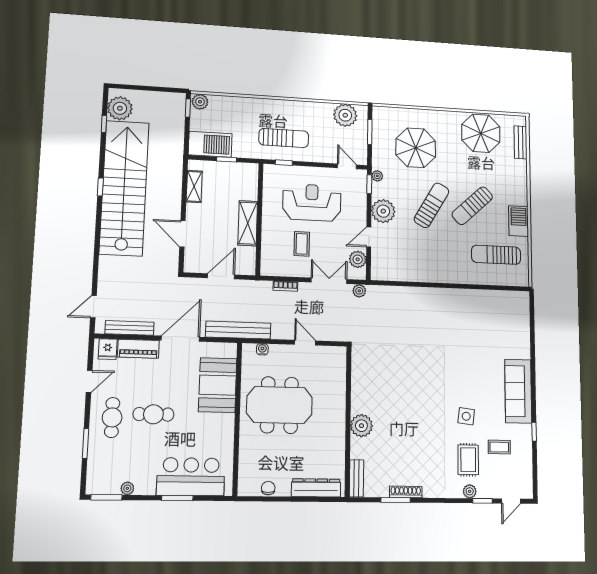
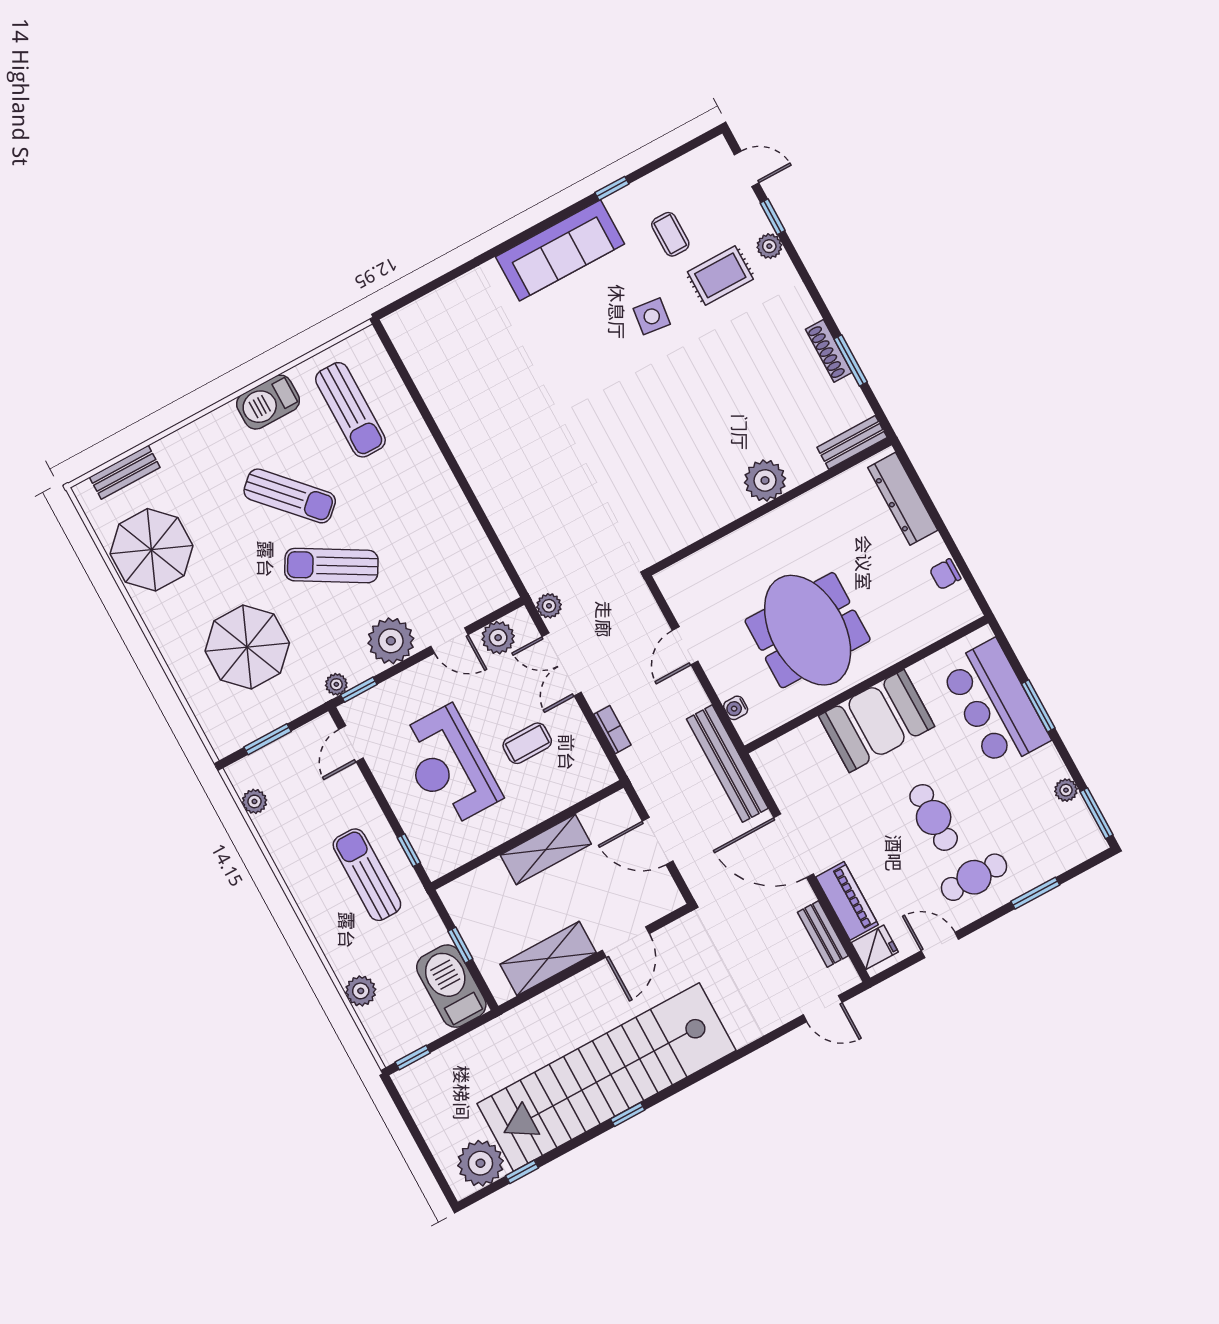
plant: (200, 102) -> (361, 991), moved
plant: (345, 115) -> (254, 801), width x0.53, depth x0.53
shelving: (194, 186) -> (548, 959), width x1.50, depth x1.33
bench: (129, 328) -> (823, 934), width x0.73
booth: (218, 385) -> (877, 721), moved

